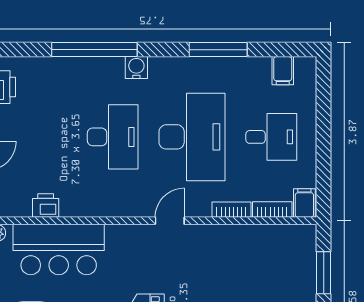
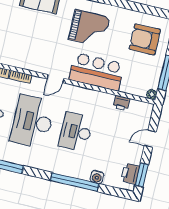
water cooler: (136, 68) -> (97, 177), moved
bar counter: (59, 250) -> (97, 72), moved

